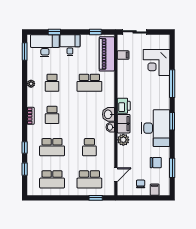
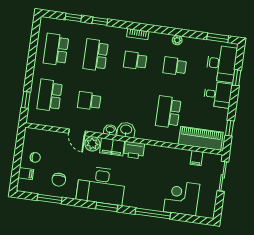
door: (116, 175) -> (77, 132), moved

